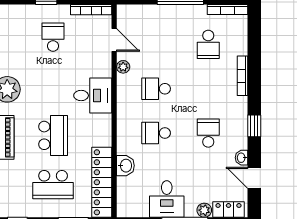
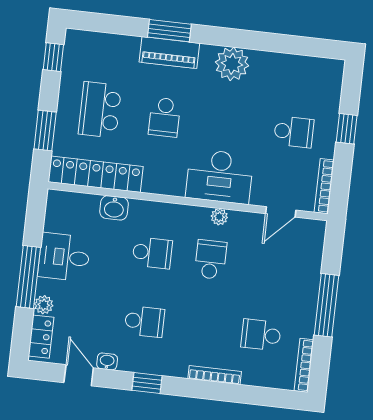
plant: (123, 67) -> (219, 217), moved
desk: (93, 95) -> (220, 176), width x1.37
school desk: (156, 133) -> (152, 253), turned 90
school desk: (53, 135) -> (165, 117), width x0.54
door: (254, 178) -> (79, 375), hinge flipped

